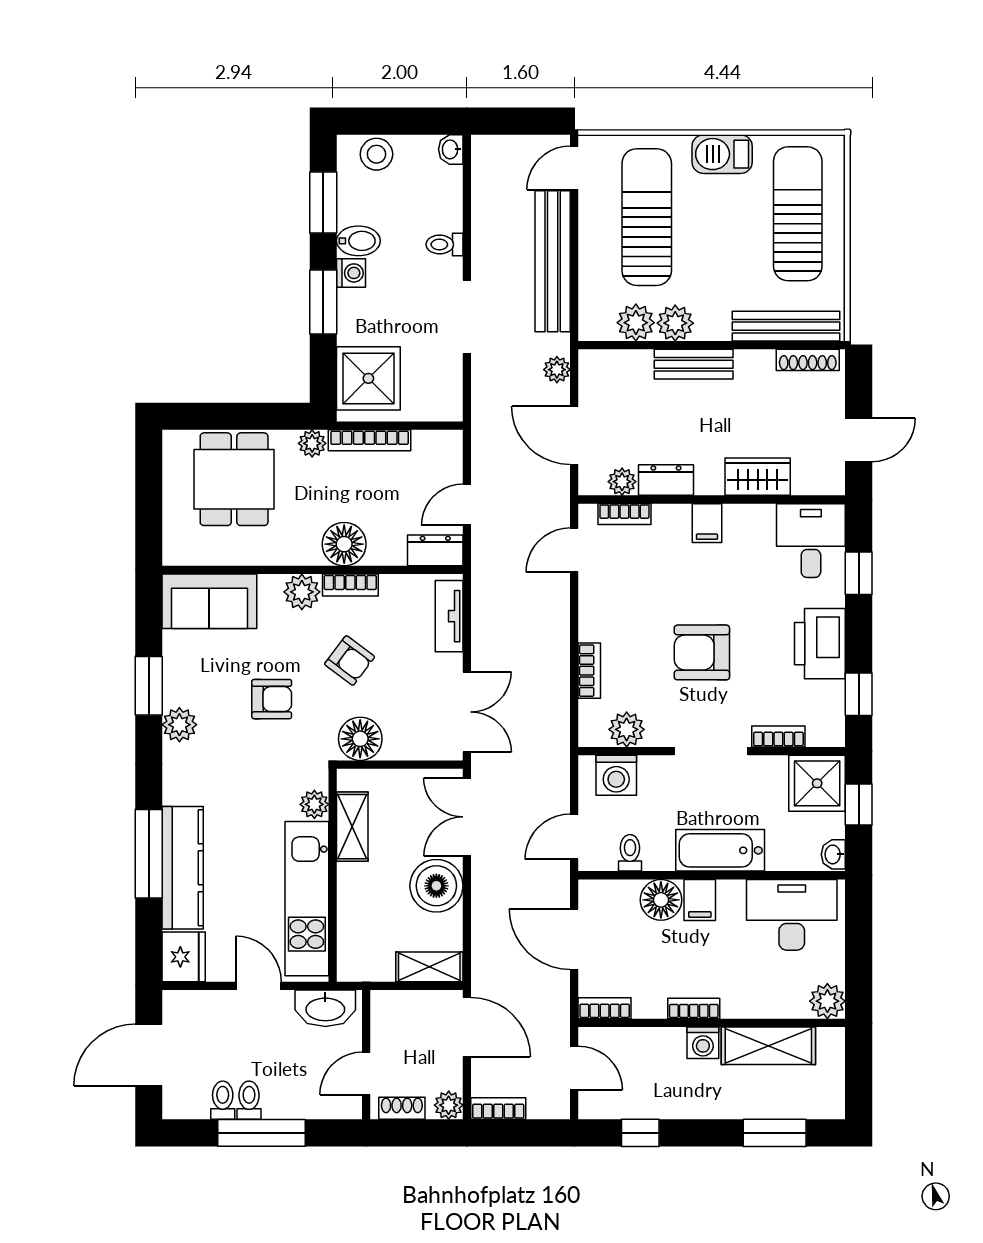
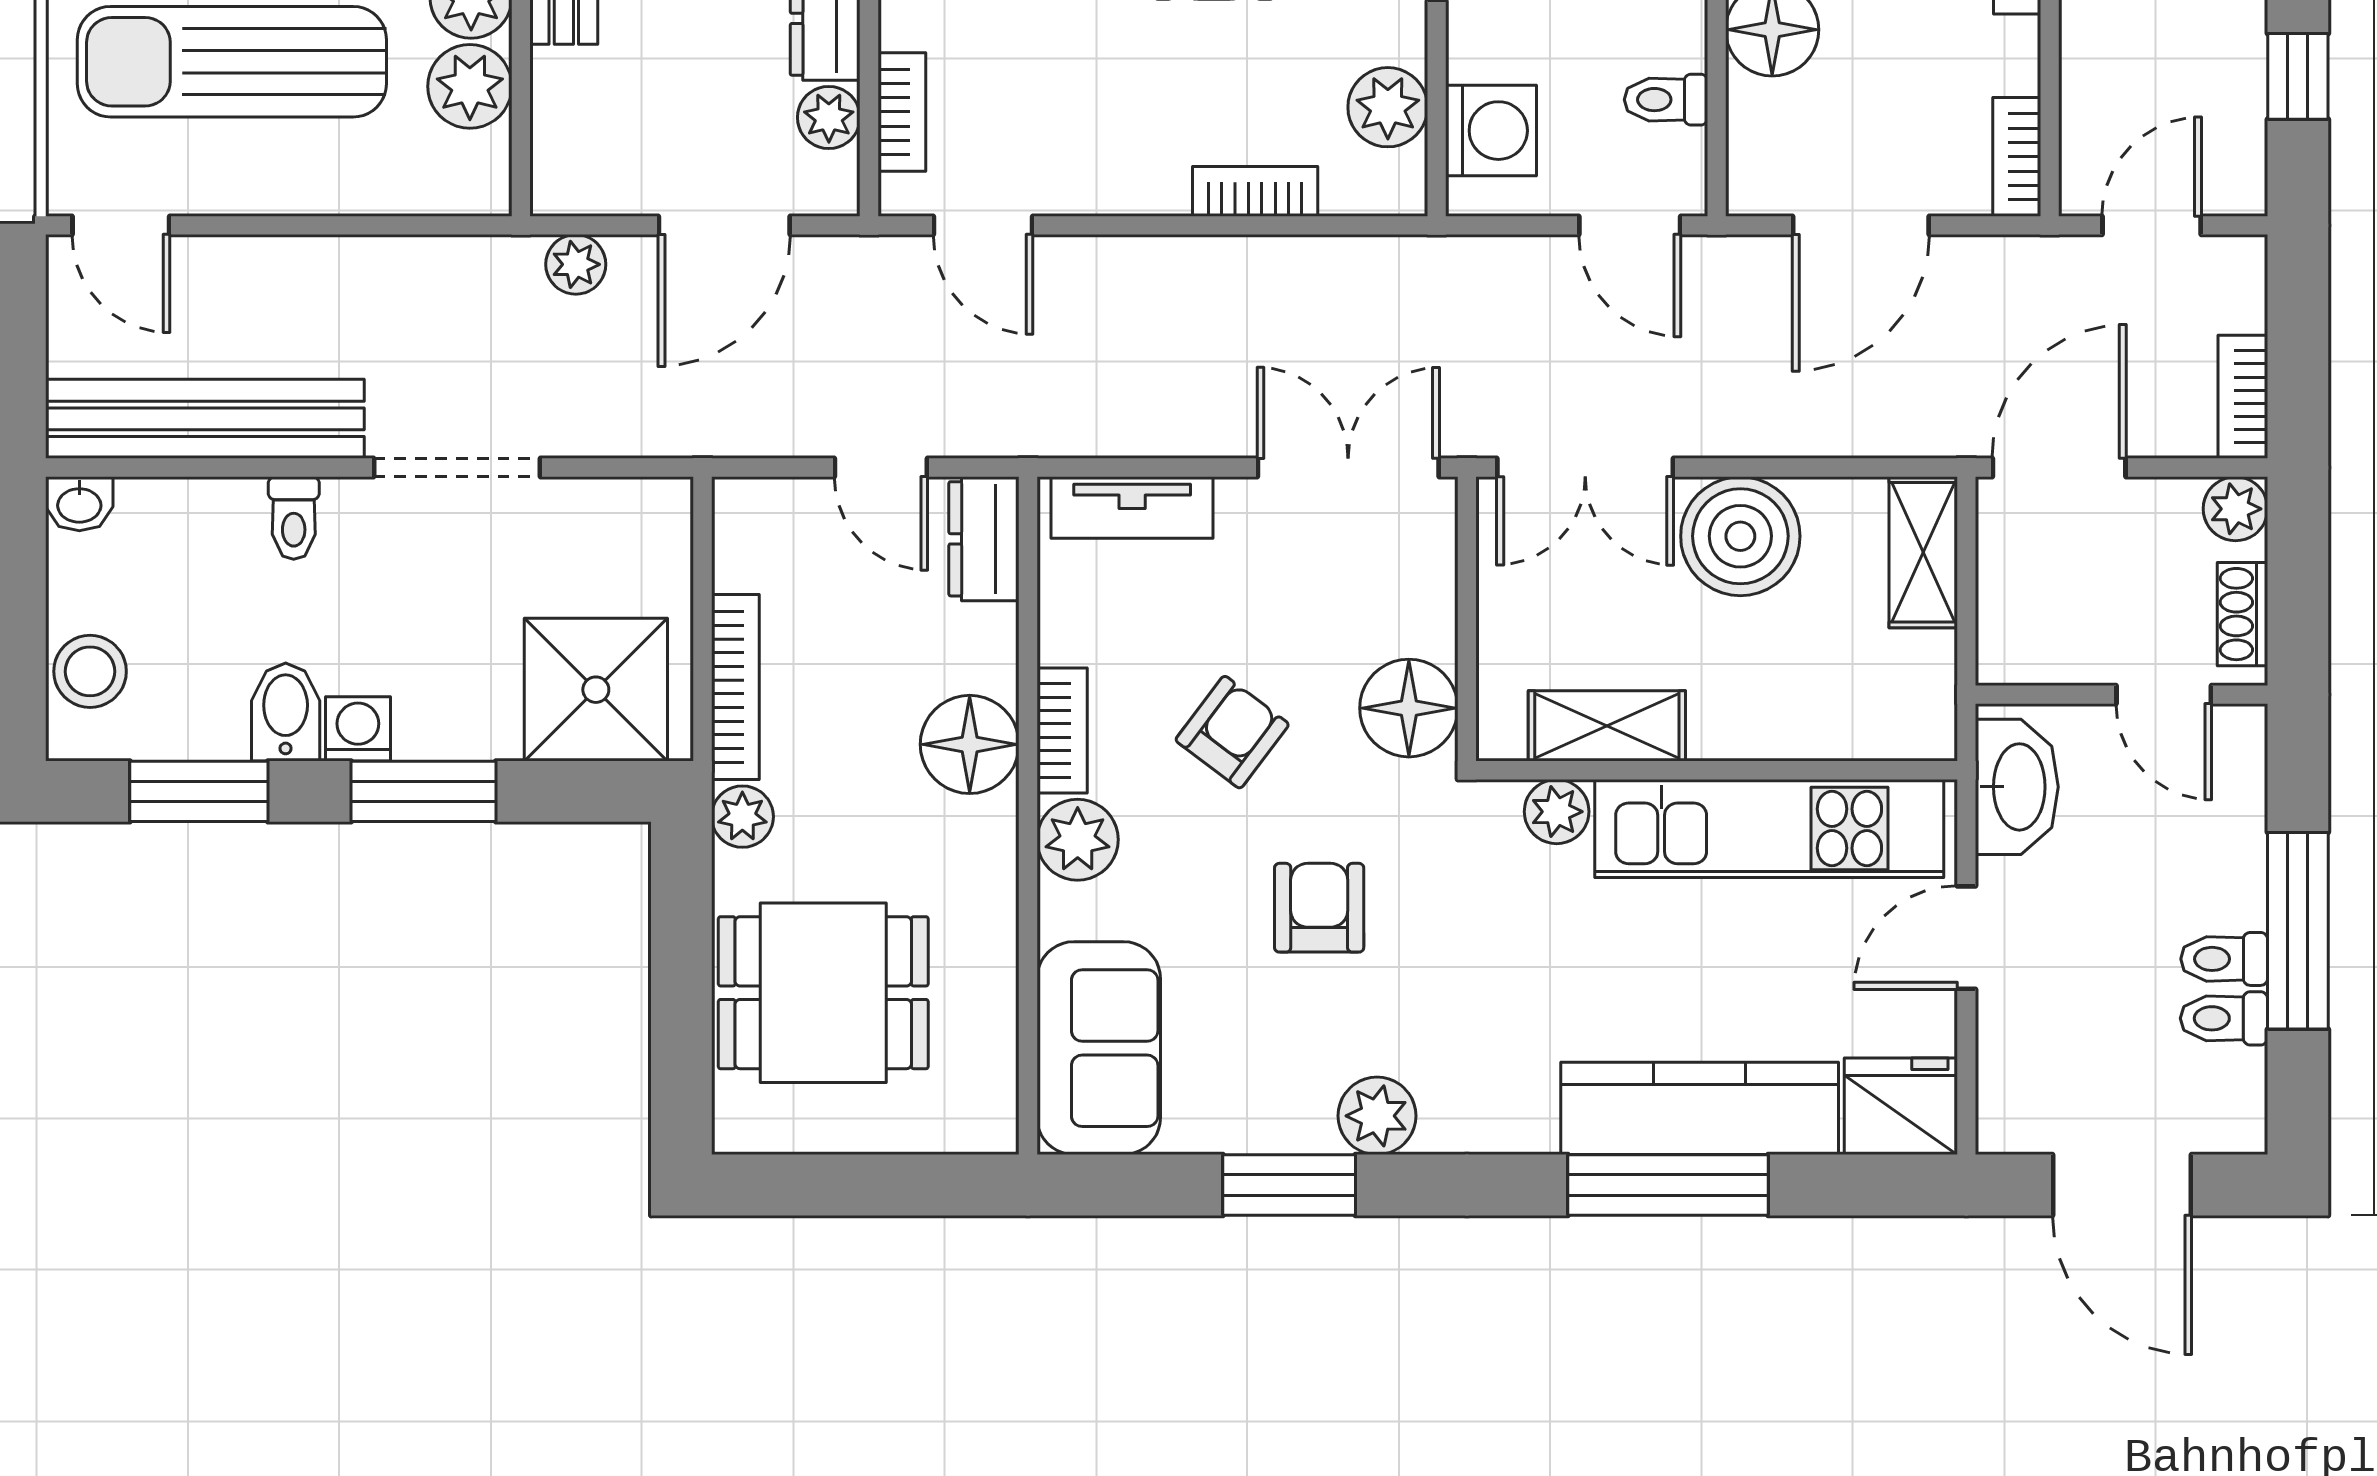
bench: (553, 261) -> (205, 419), moved

